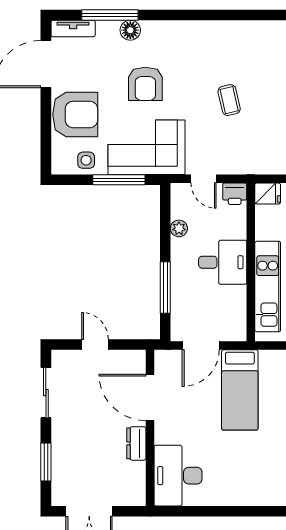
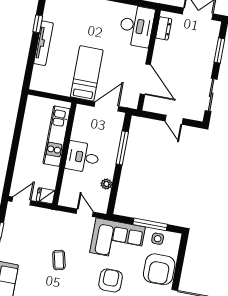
armchair: (75, 114) -> (159, 269), turned -90
window: (119, 180) -> (150, 224), moved
printer: (235, 194) -> (67, 199), removed
dresser: (136, 443) -> (164, 28), moved

